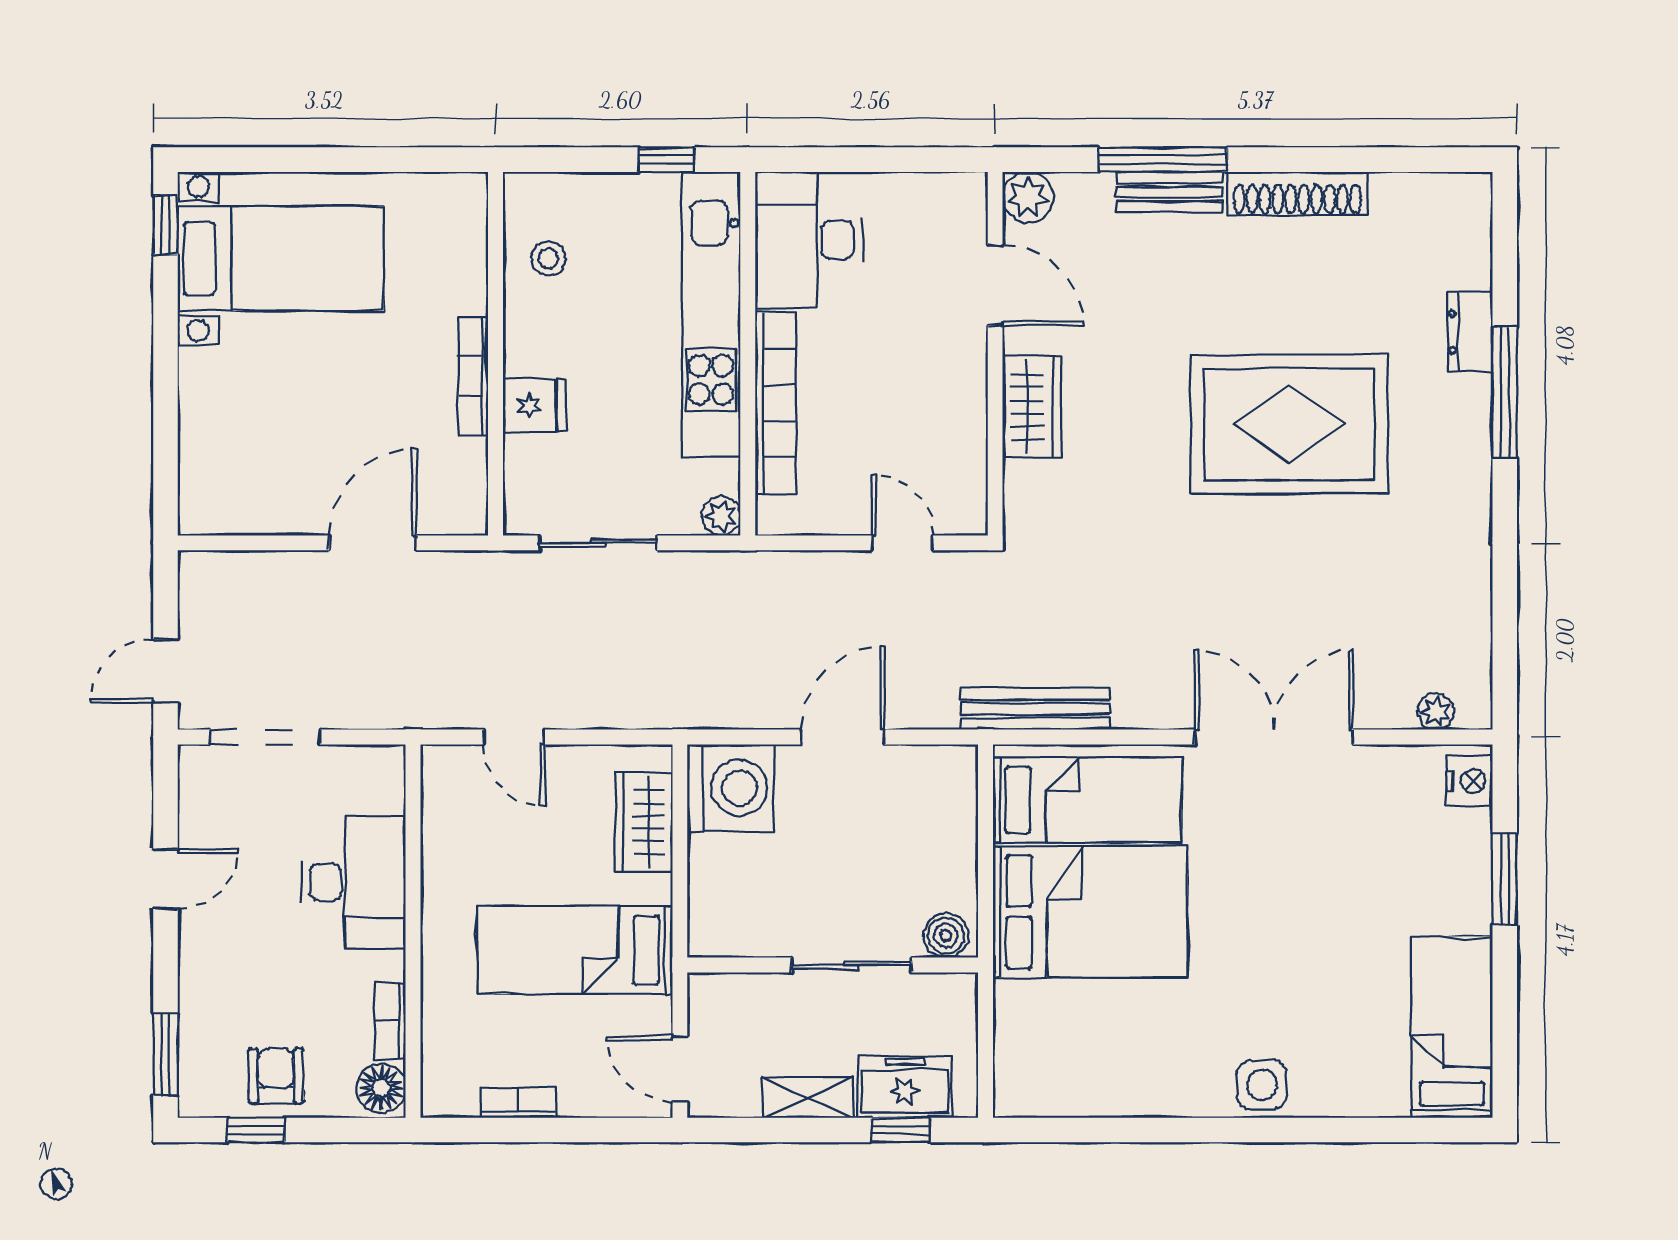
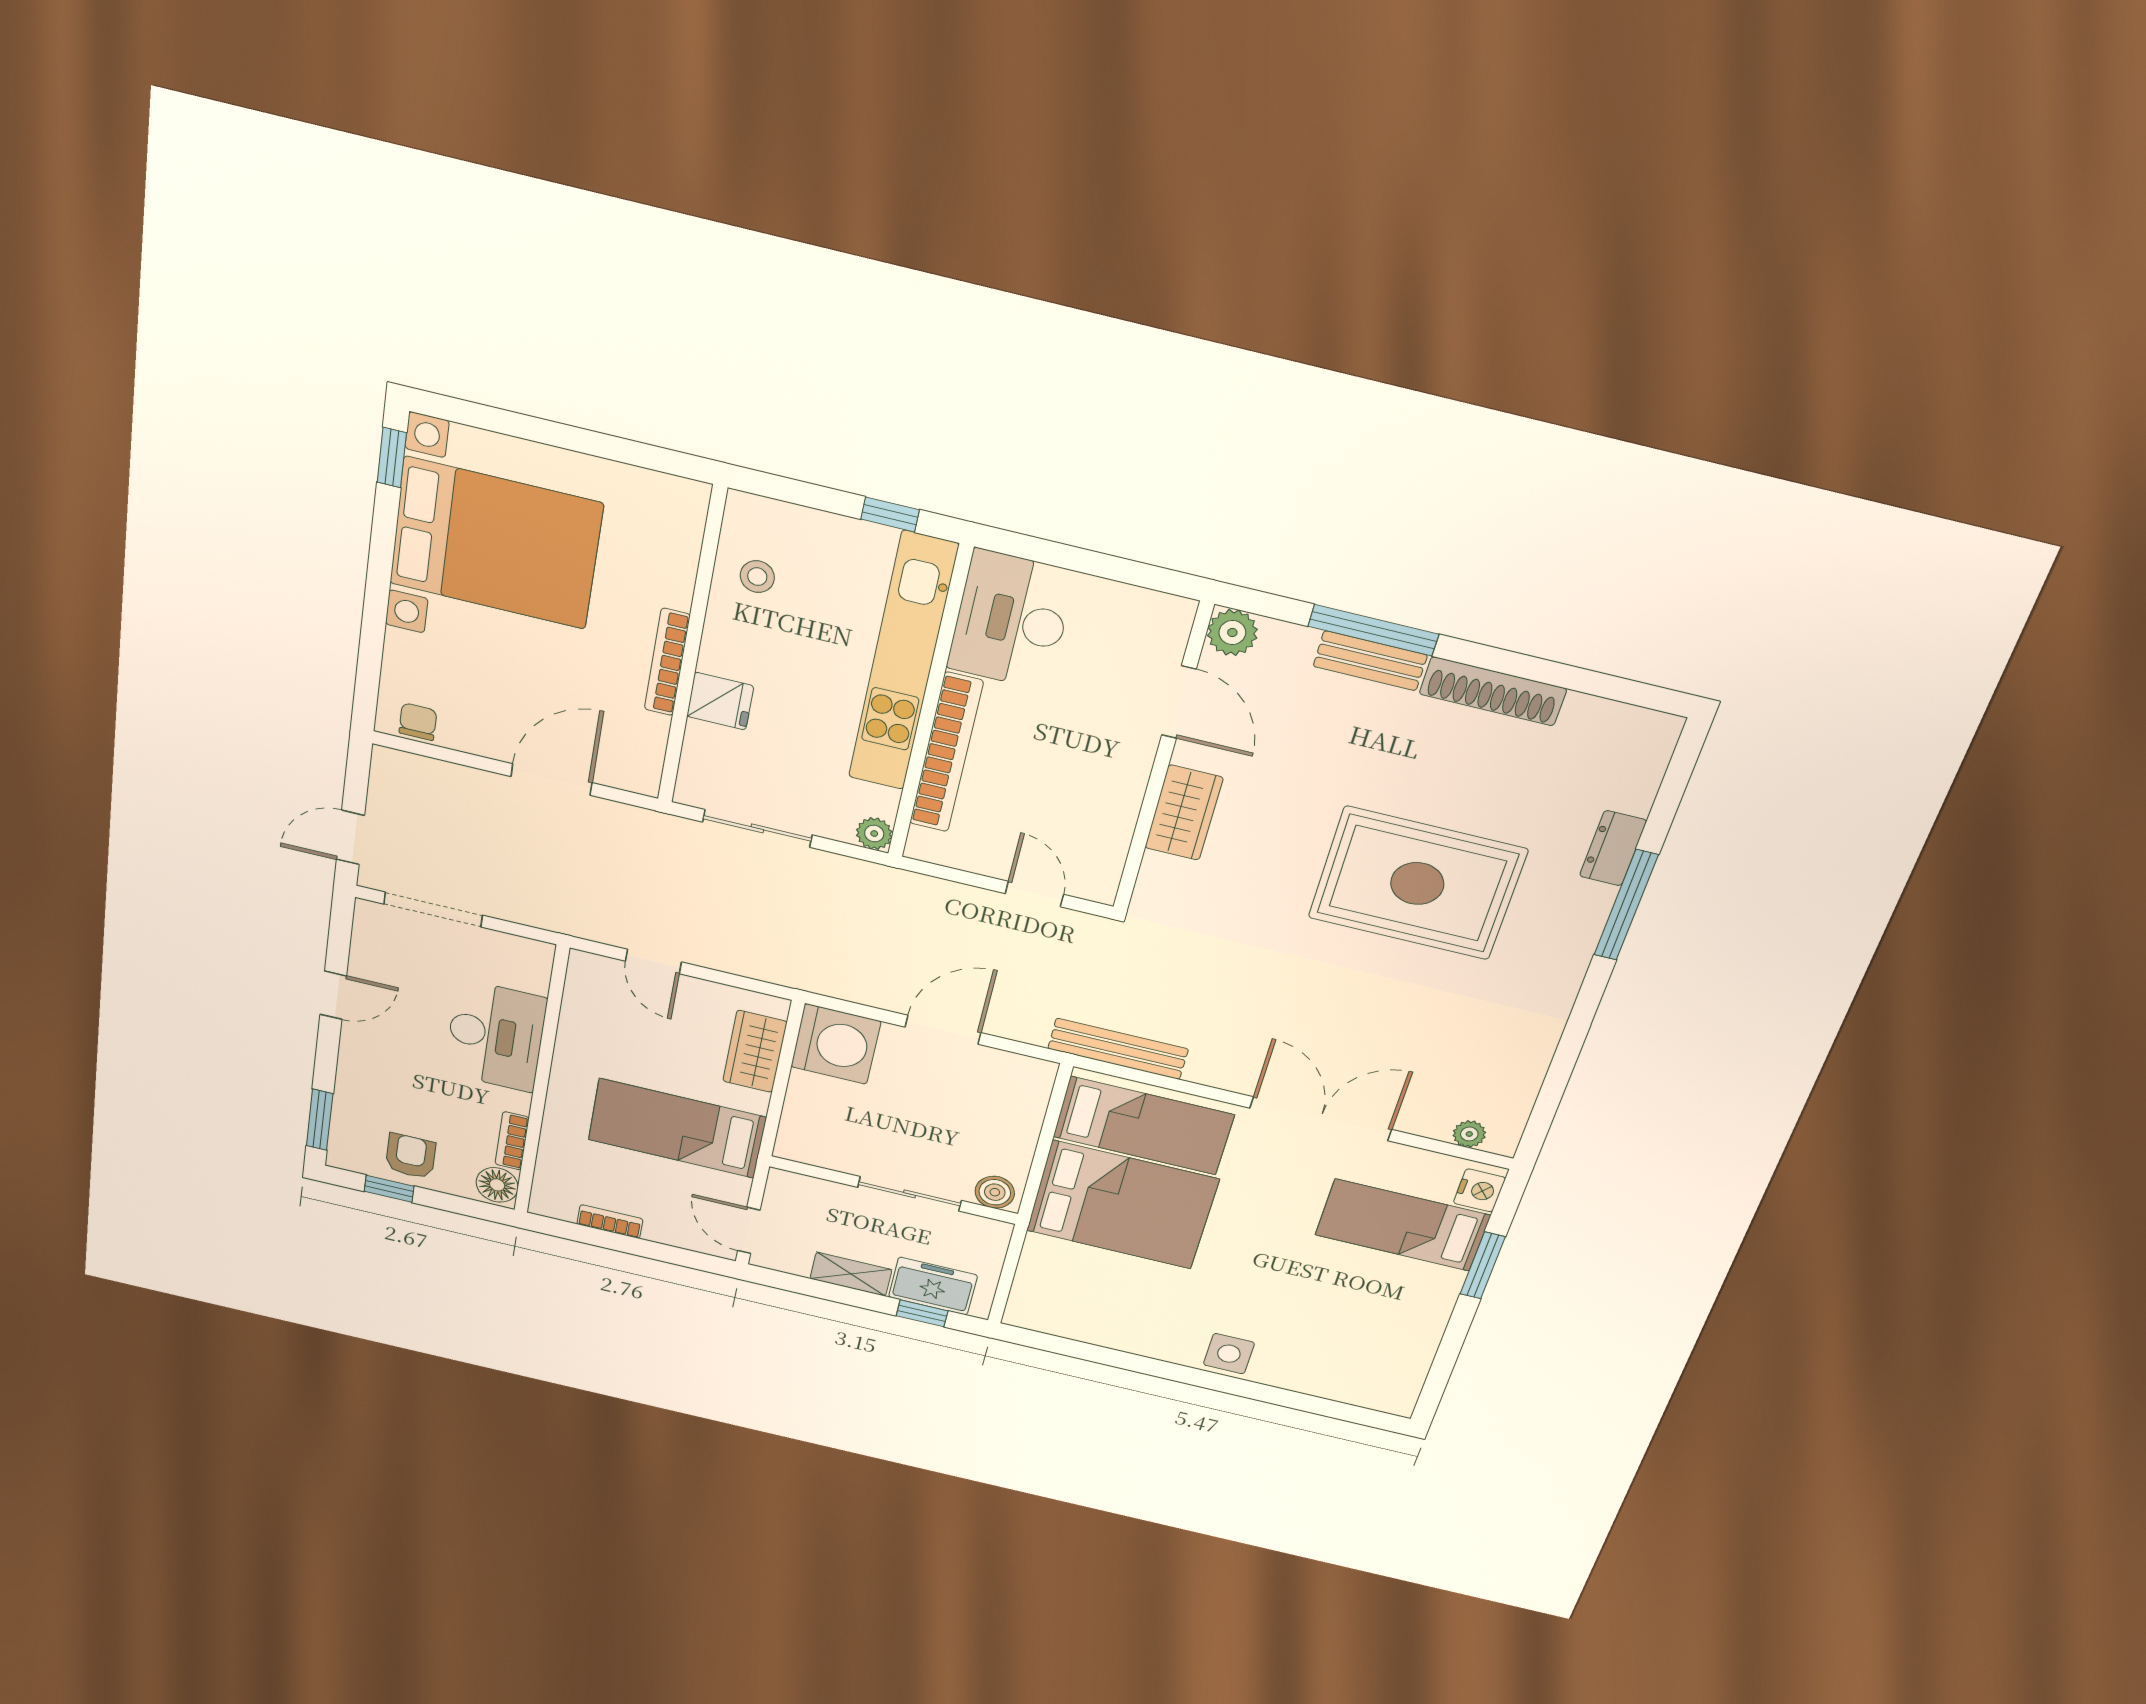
bed with nightstands: (281, 259) -> (496, 543), width x1.36
chair: (224, 512) -> (418, 722), added
bed: (1452, 1027) -> (1403, 1225), moved, turned -90

